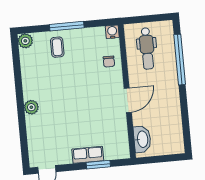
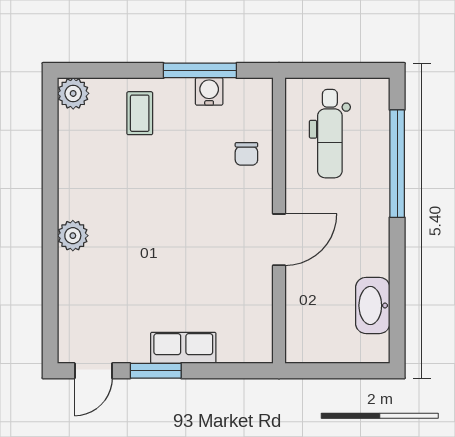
window: (67, 26) -> (200, 70), moved
water cooler: (112, 32) -> (209, 91), moved
washbasin: (142, 139) -> (373, 305), moved, turned 180
window: (98, 165) -> (156, 371), moved

